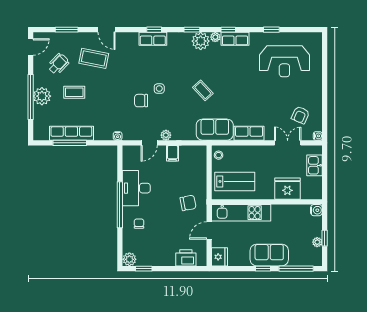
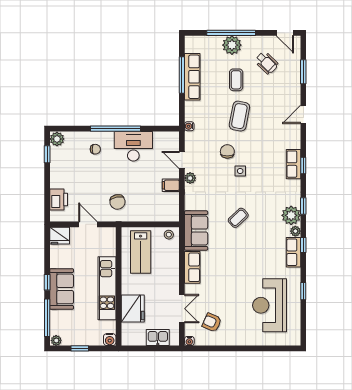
coffee table: (94, 58) -> (239, 116), moved
kitchen unit: (241, 213) -> (107, 288), moved
plant: (317, 242) -> (56, 340), moved

